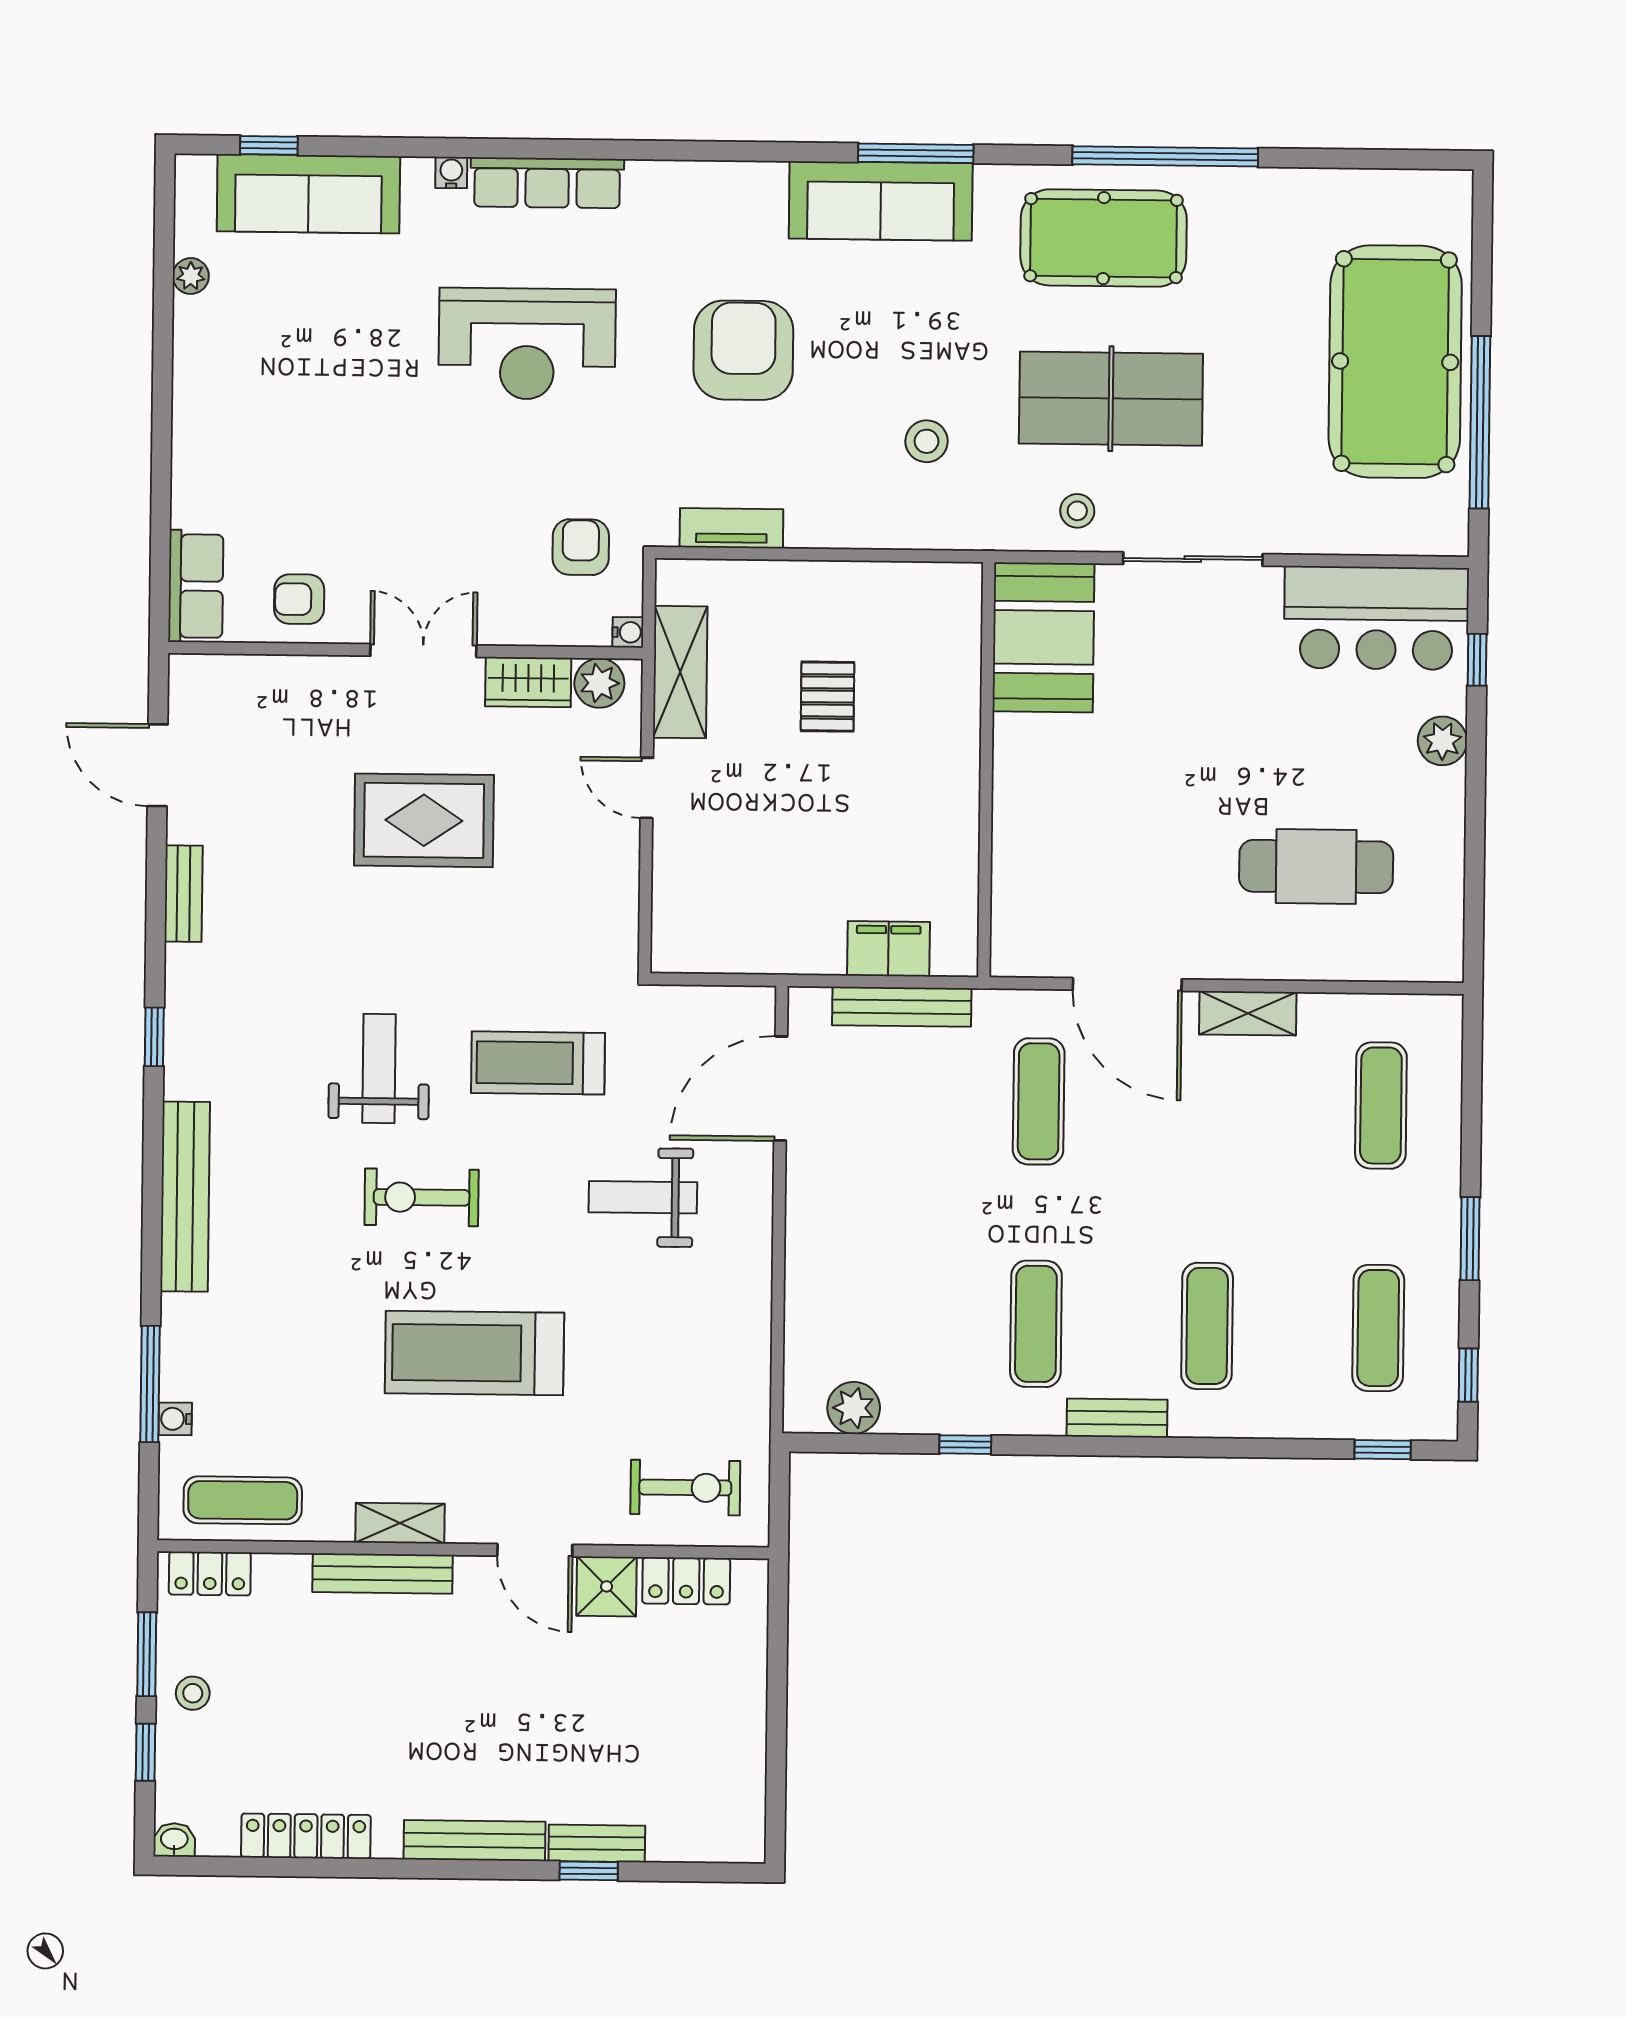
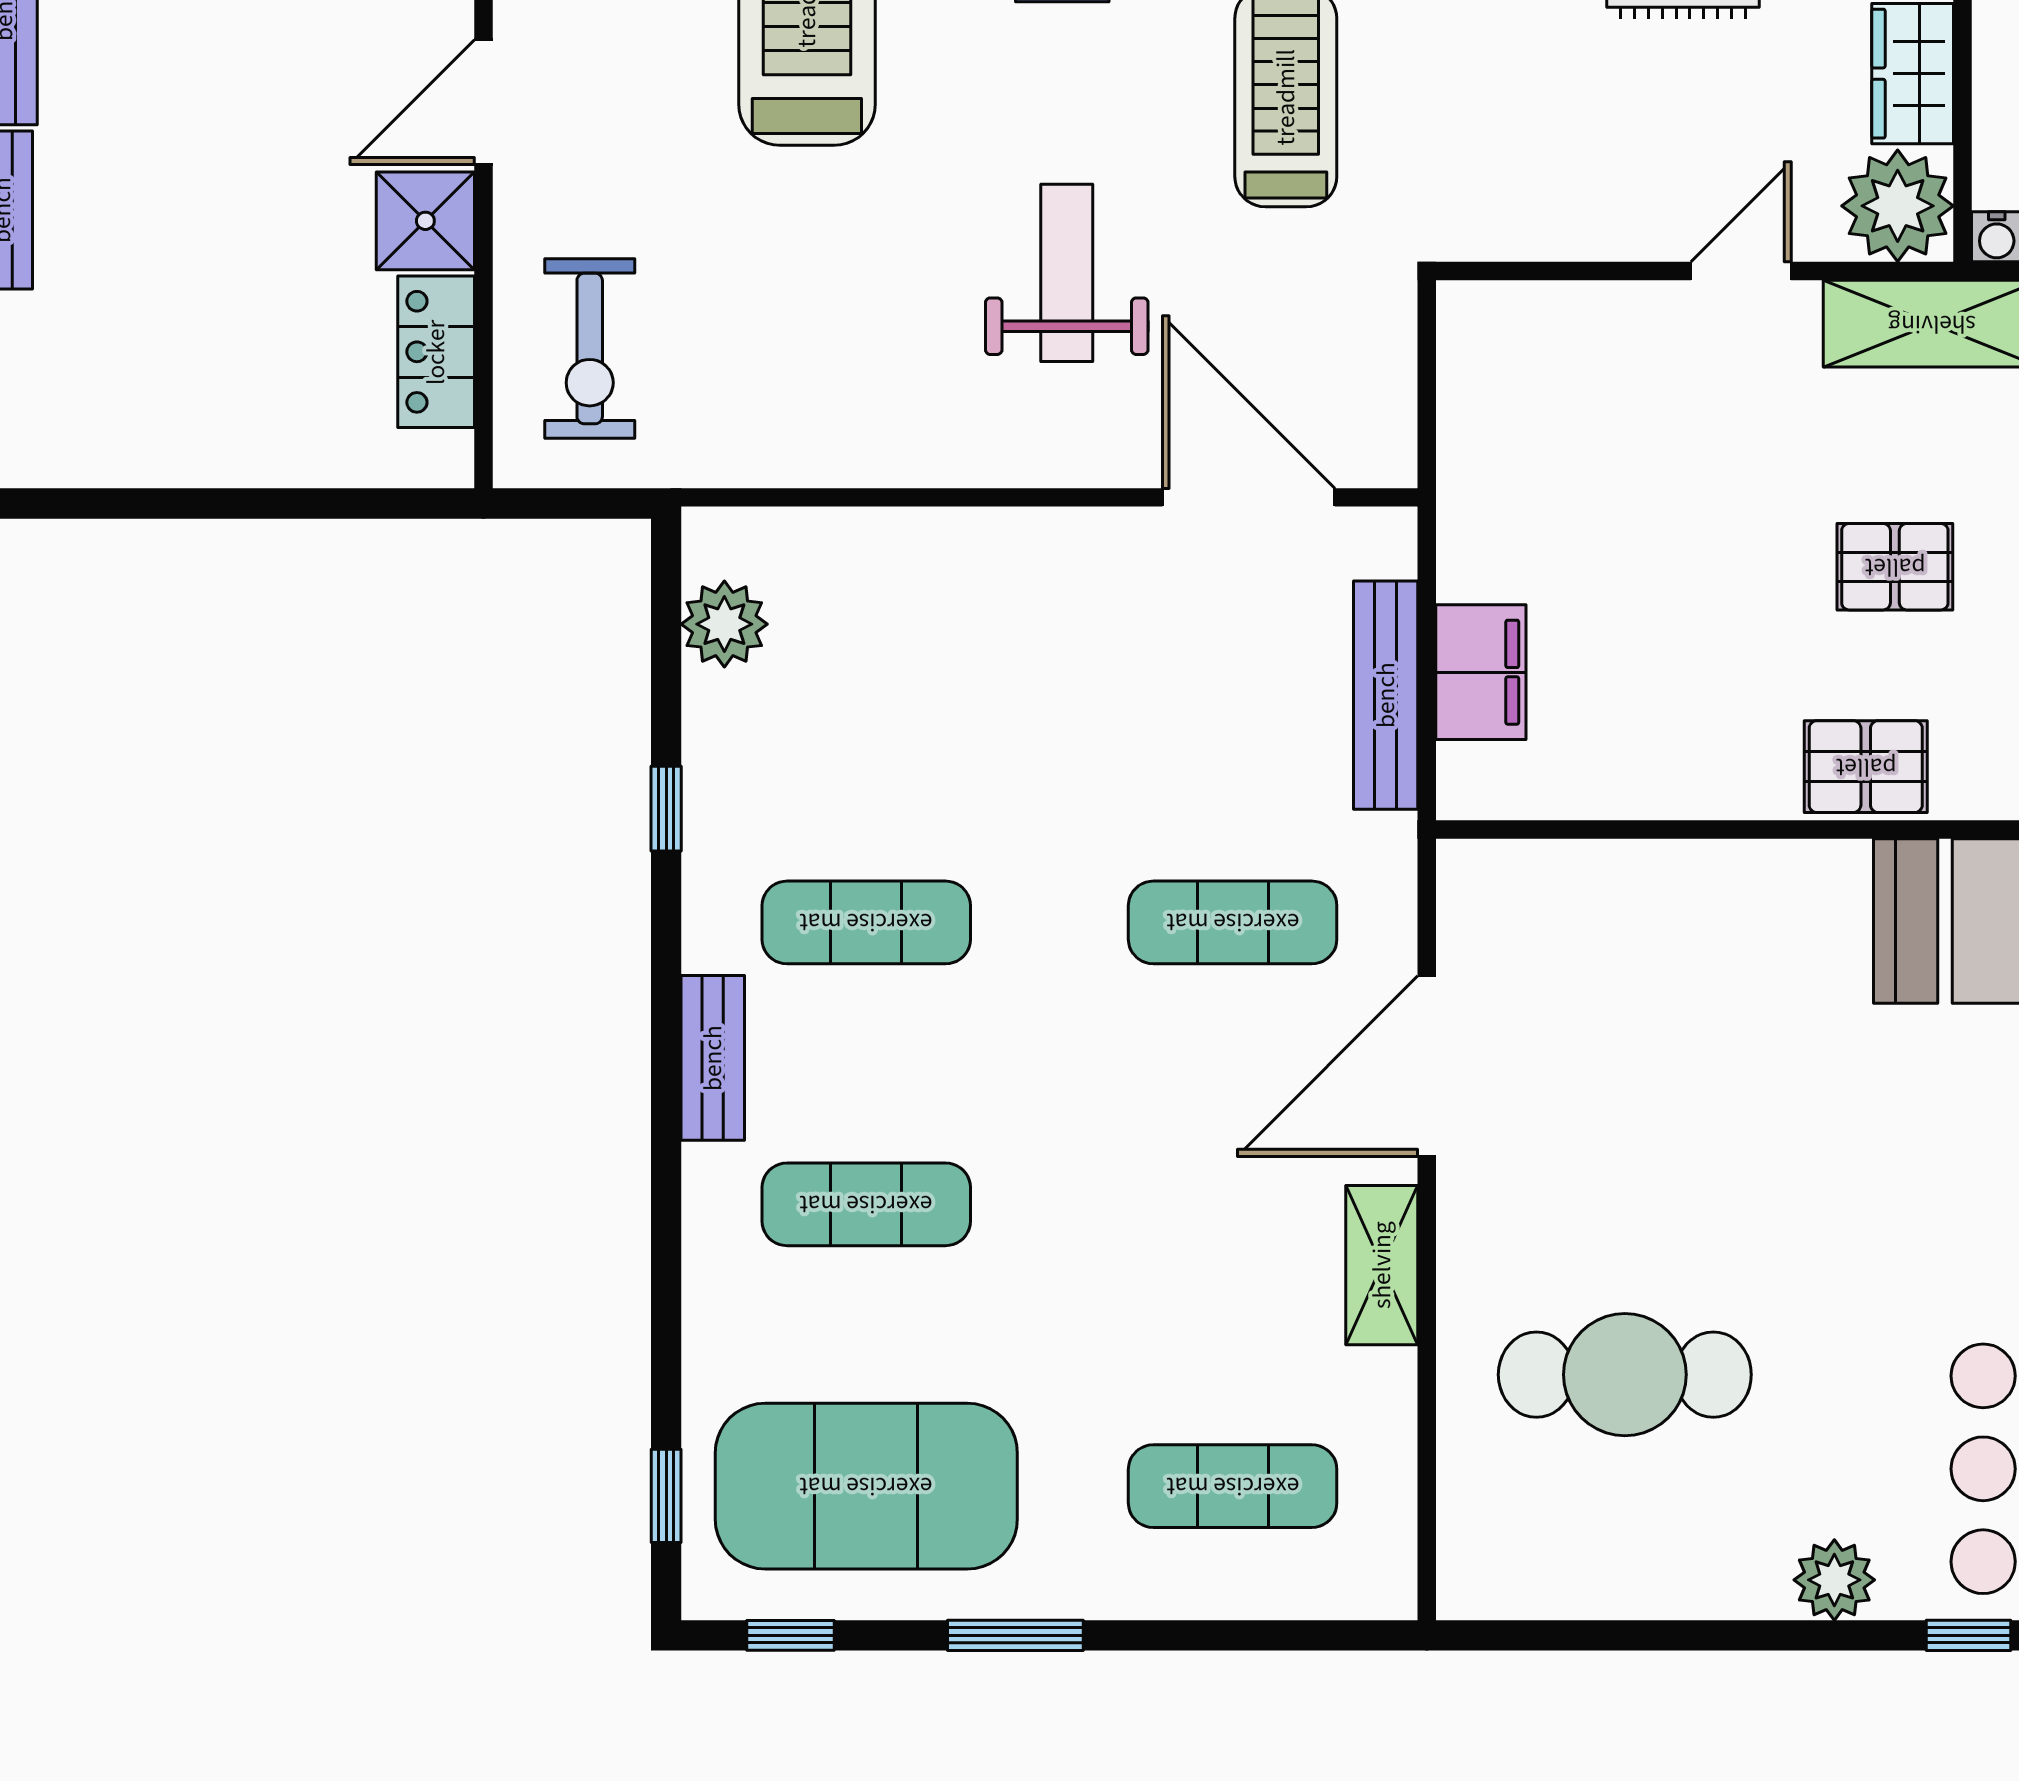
plant: (599, 683) -> (1898, 206), width x1.36, depth x1.36
pallet: (949, 716) -> (1866, 767), added
cafe table: (1316, 867) -> (1625, 1375), turned 90
exercise mat: (1378, 1328) -> (866, 1486), width x2.00, depth x1.45

